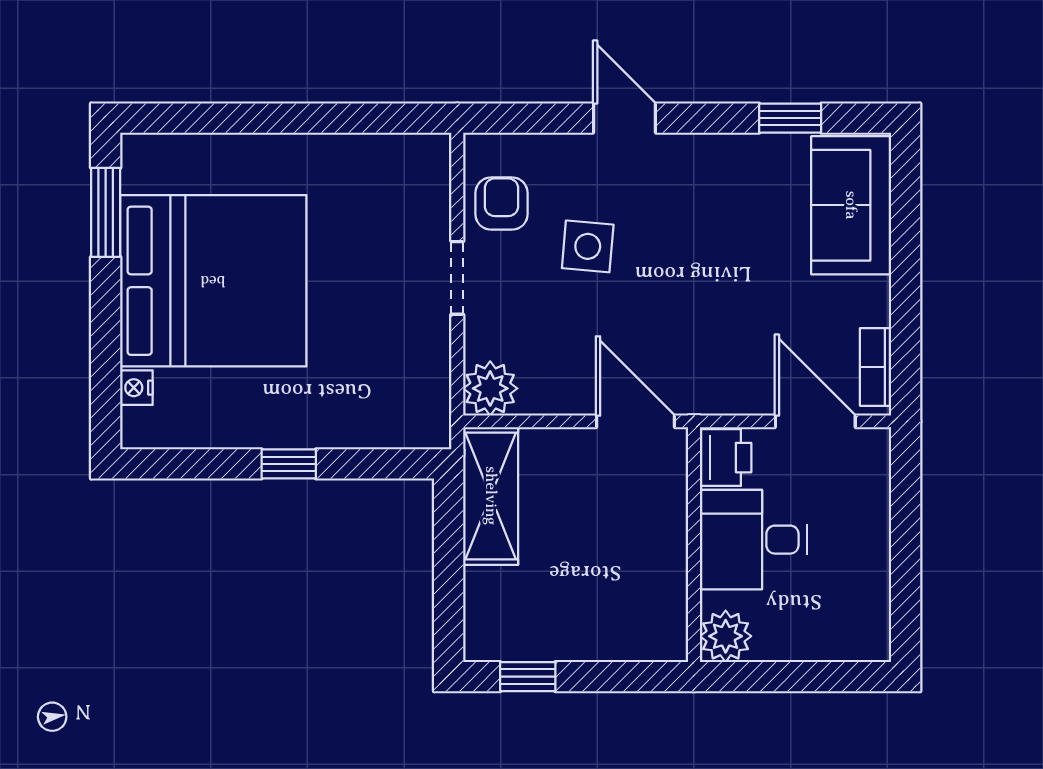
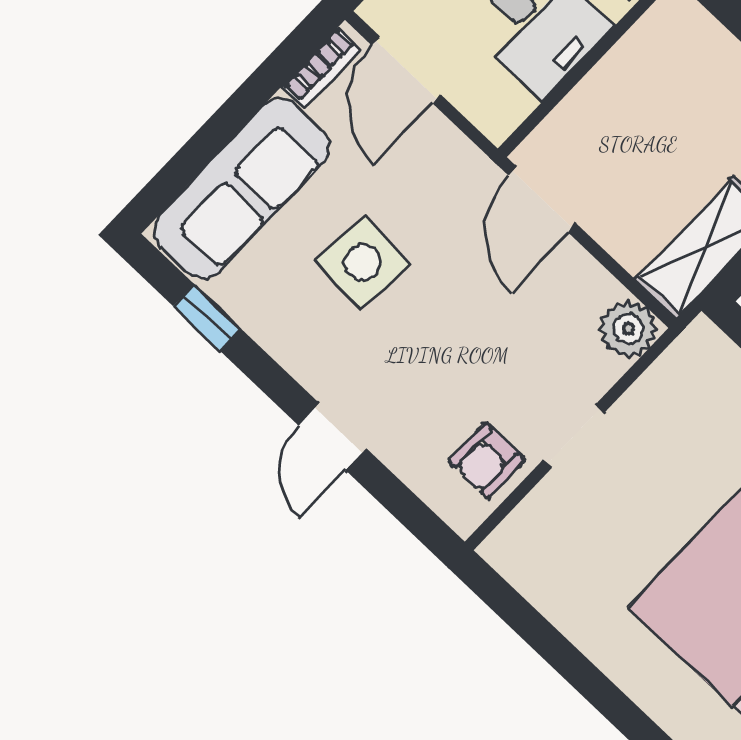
sofa: (851, 205) -> (242, 189), width x1.36
side table: (588, 246) -> (362, 262), moved, width x1.37, depth x1.37
printer: (726, 458) -> (500, 107), removed

